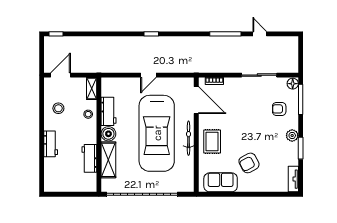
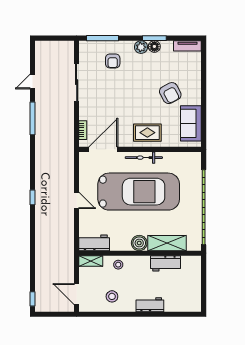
floor lamp: (293, 84) -> (154, 46), moved
workbench: (109, 111) -> (94, 243), moved

